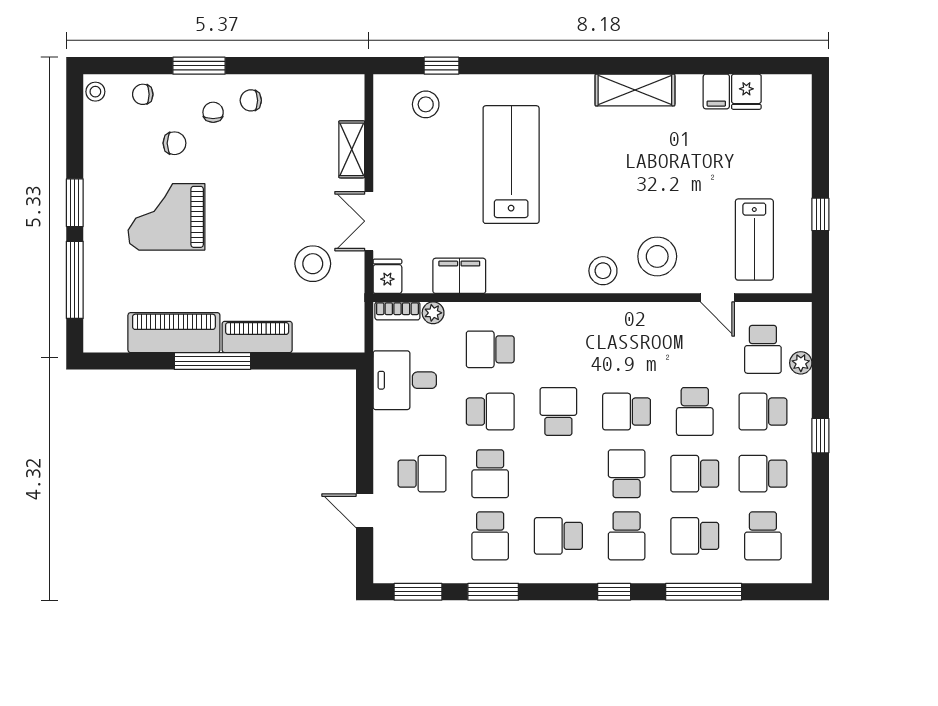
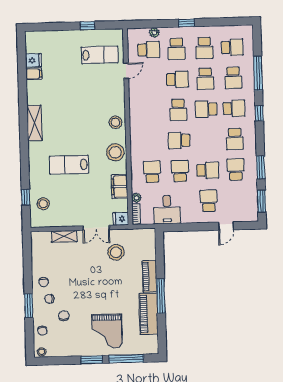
shelving: (635, 90) -> (34, 123), moved
lab bench: (511, 165) -> (69, 165), width x0.73, depth x0.72
grand piano: (166, 217) -> (107, 331), moved
stool: (657, 256) -> (115, 152), moved
school desk: (490, 349) -> (152, 172), turned 180
school desk: (490, 536) -> (236, 169), turned -90

